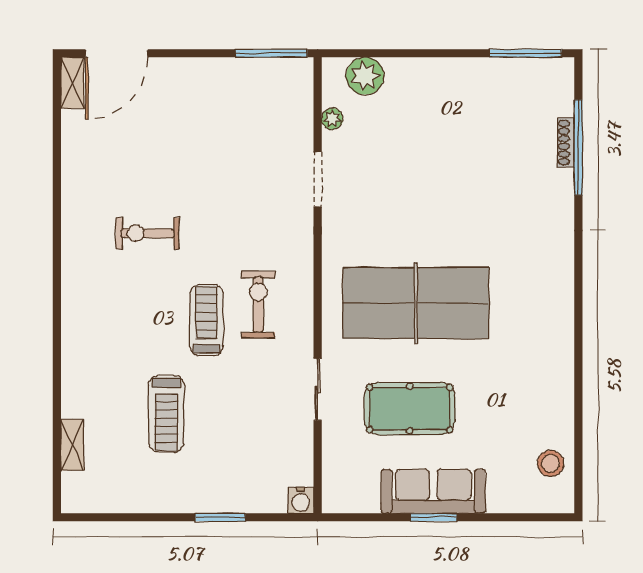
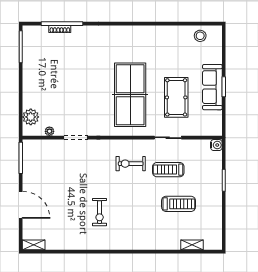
door: (117, 53) -> (21, 205), moved
treadmill: (206, 320) -> (168, 170), moved

